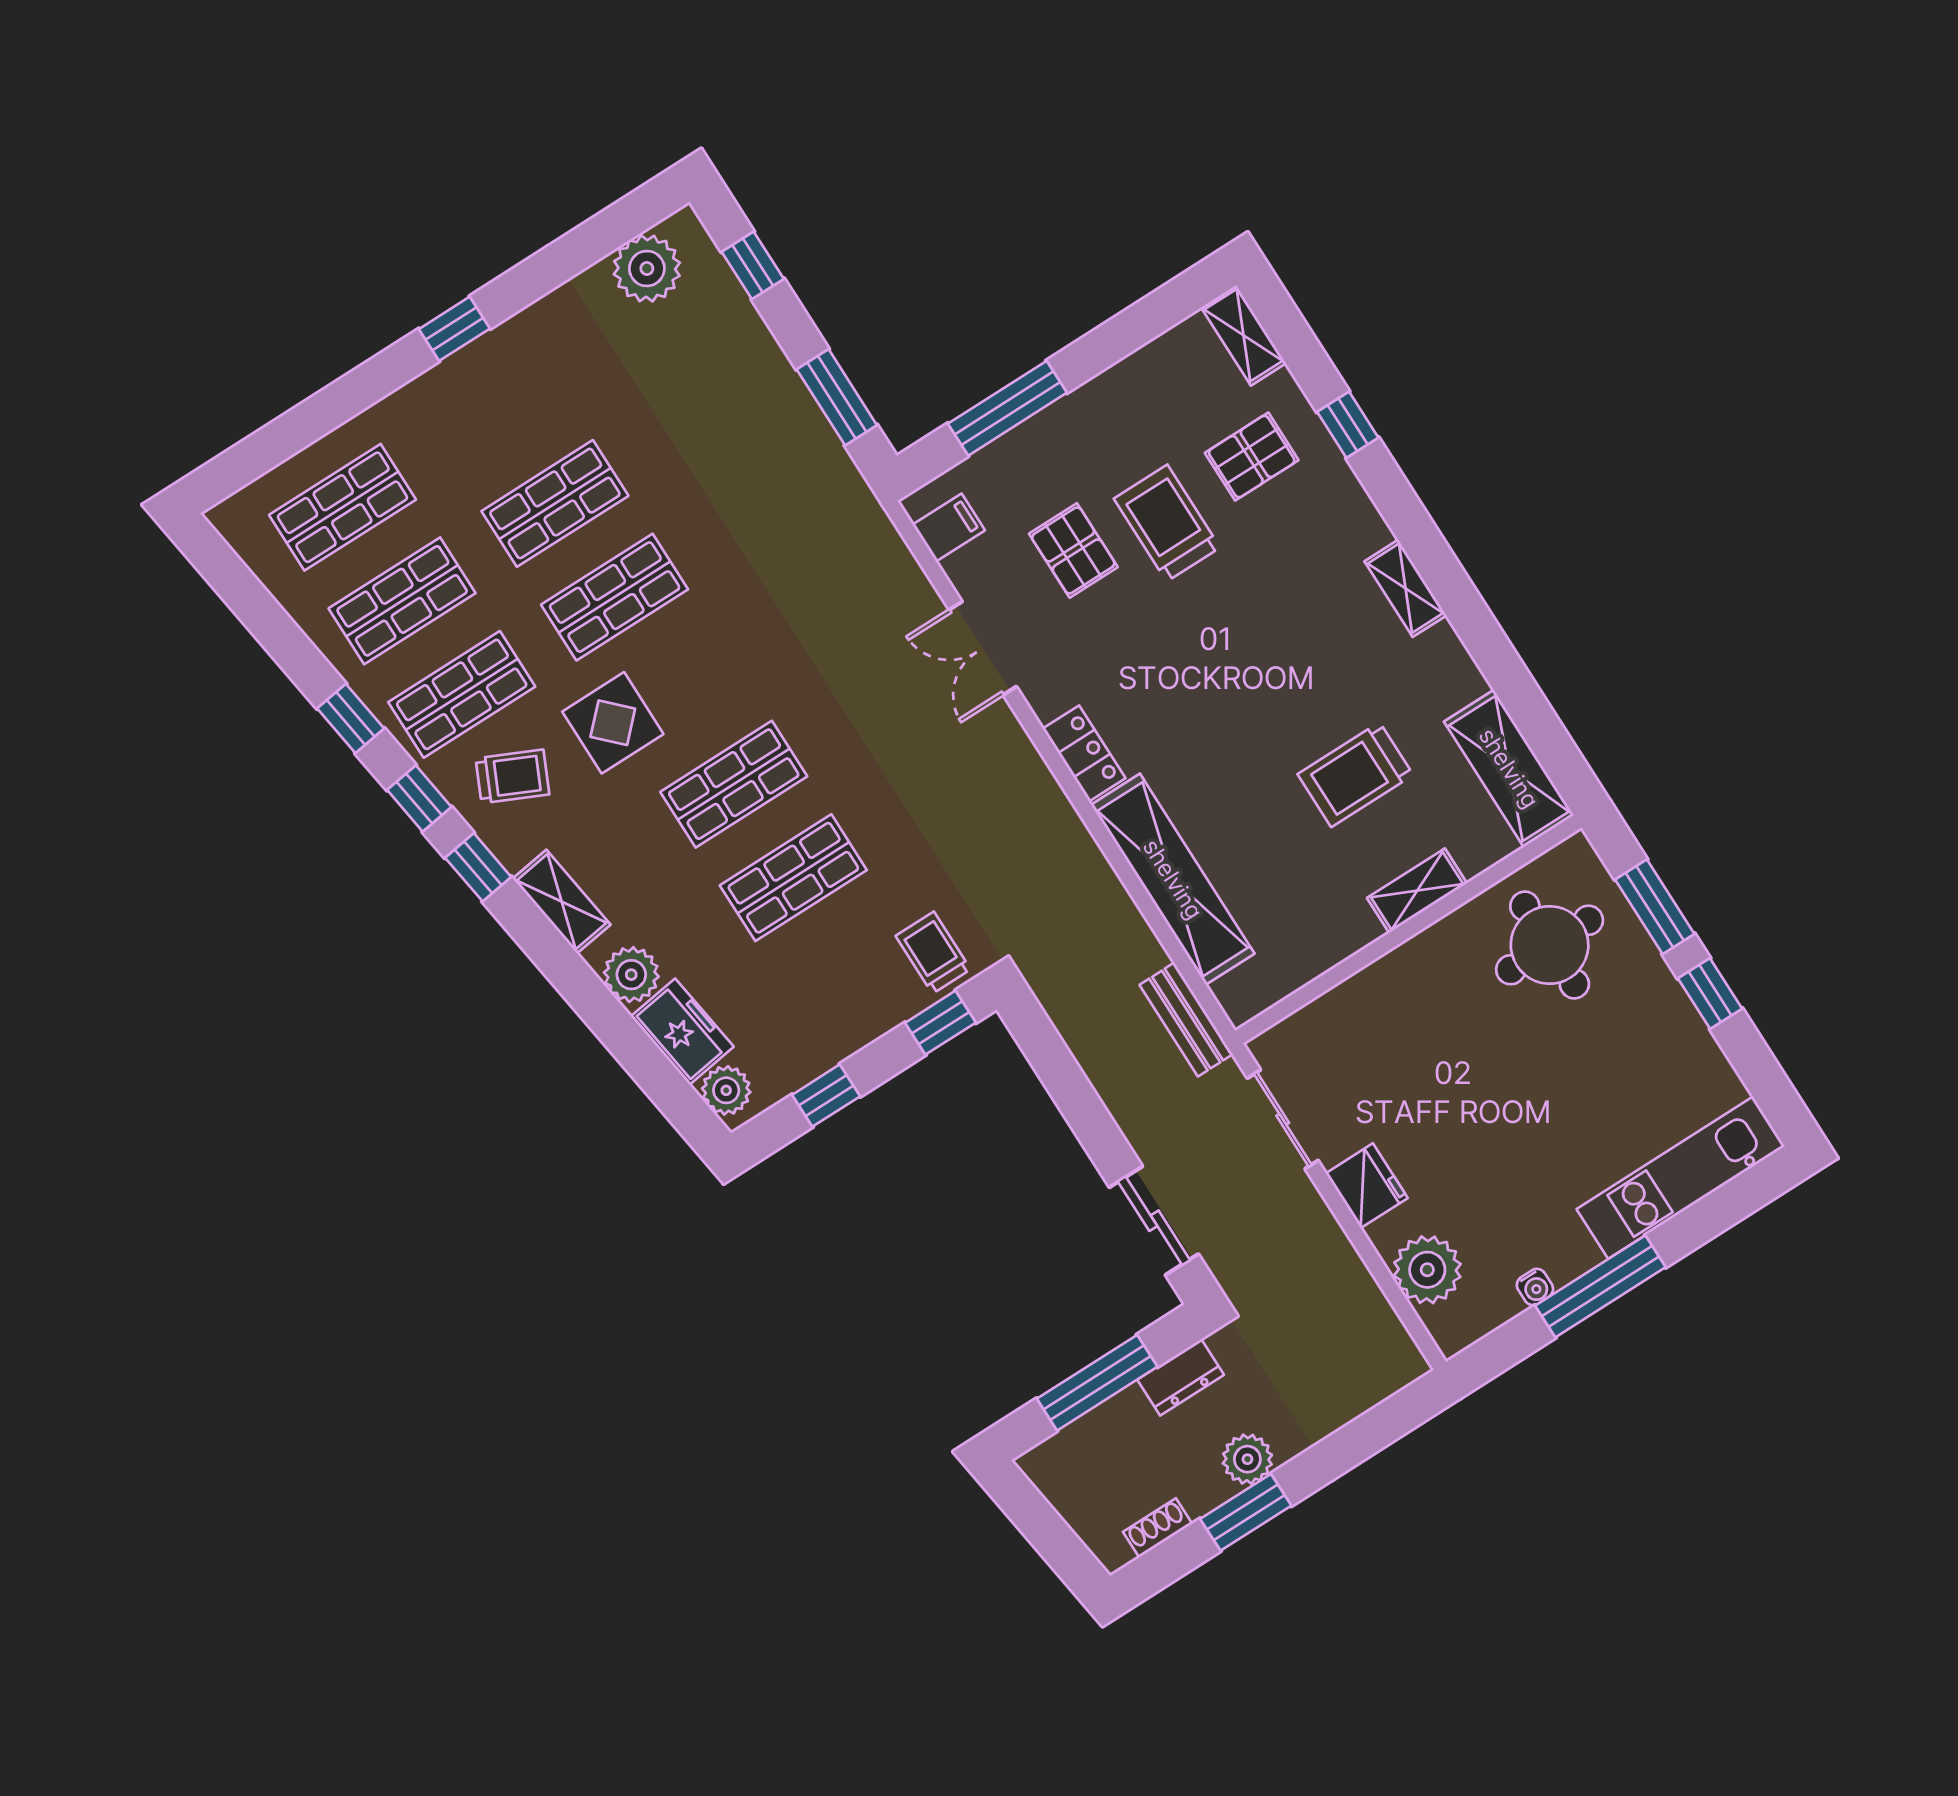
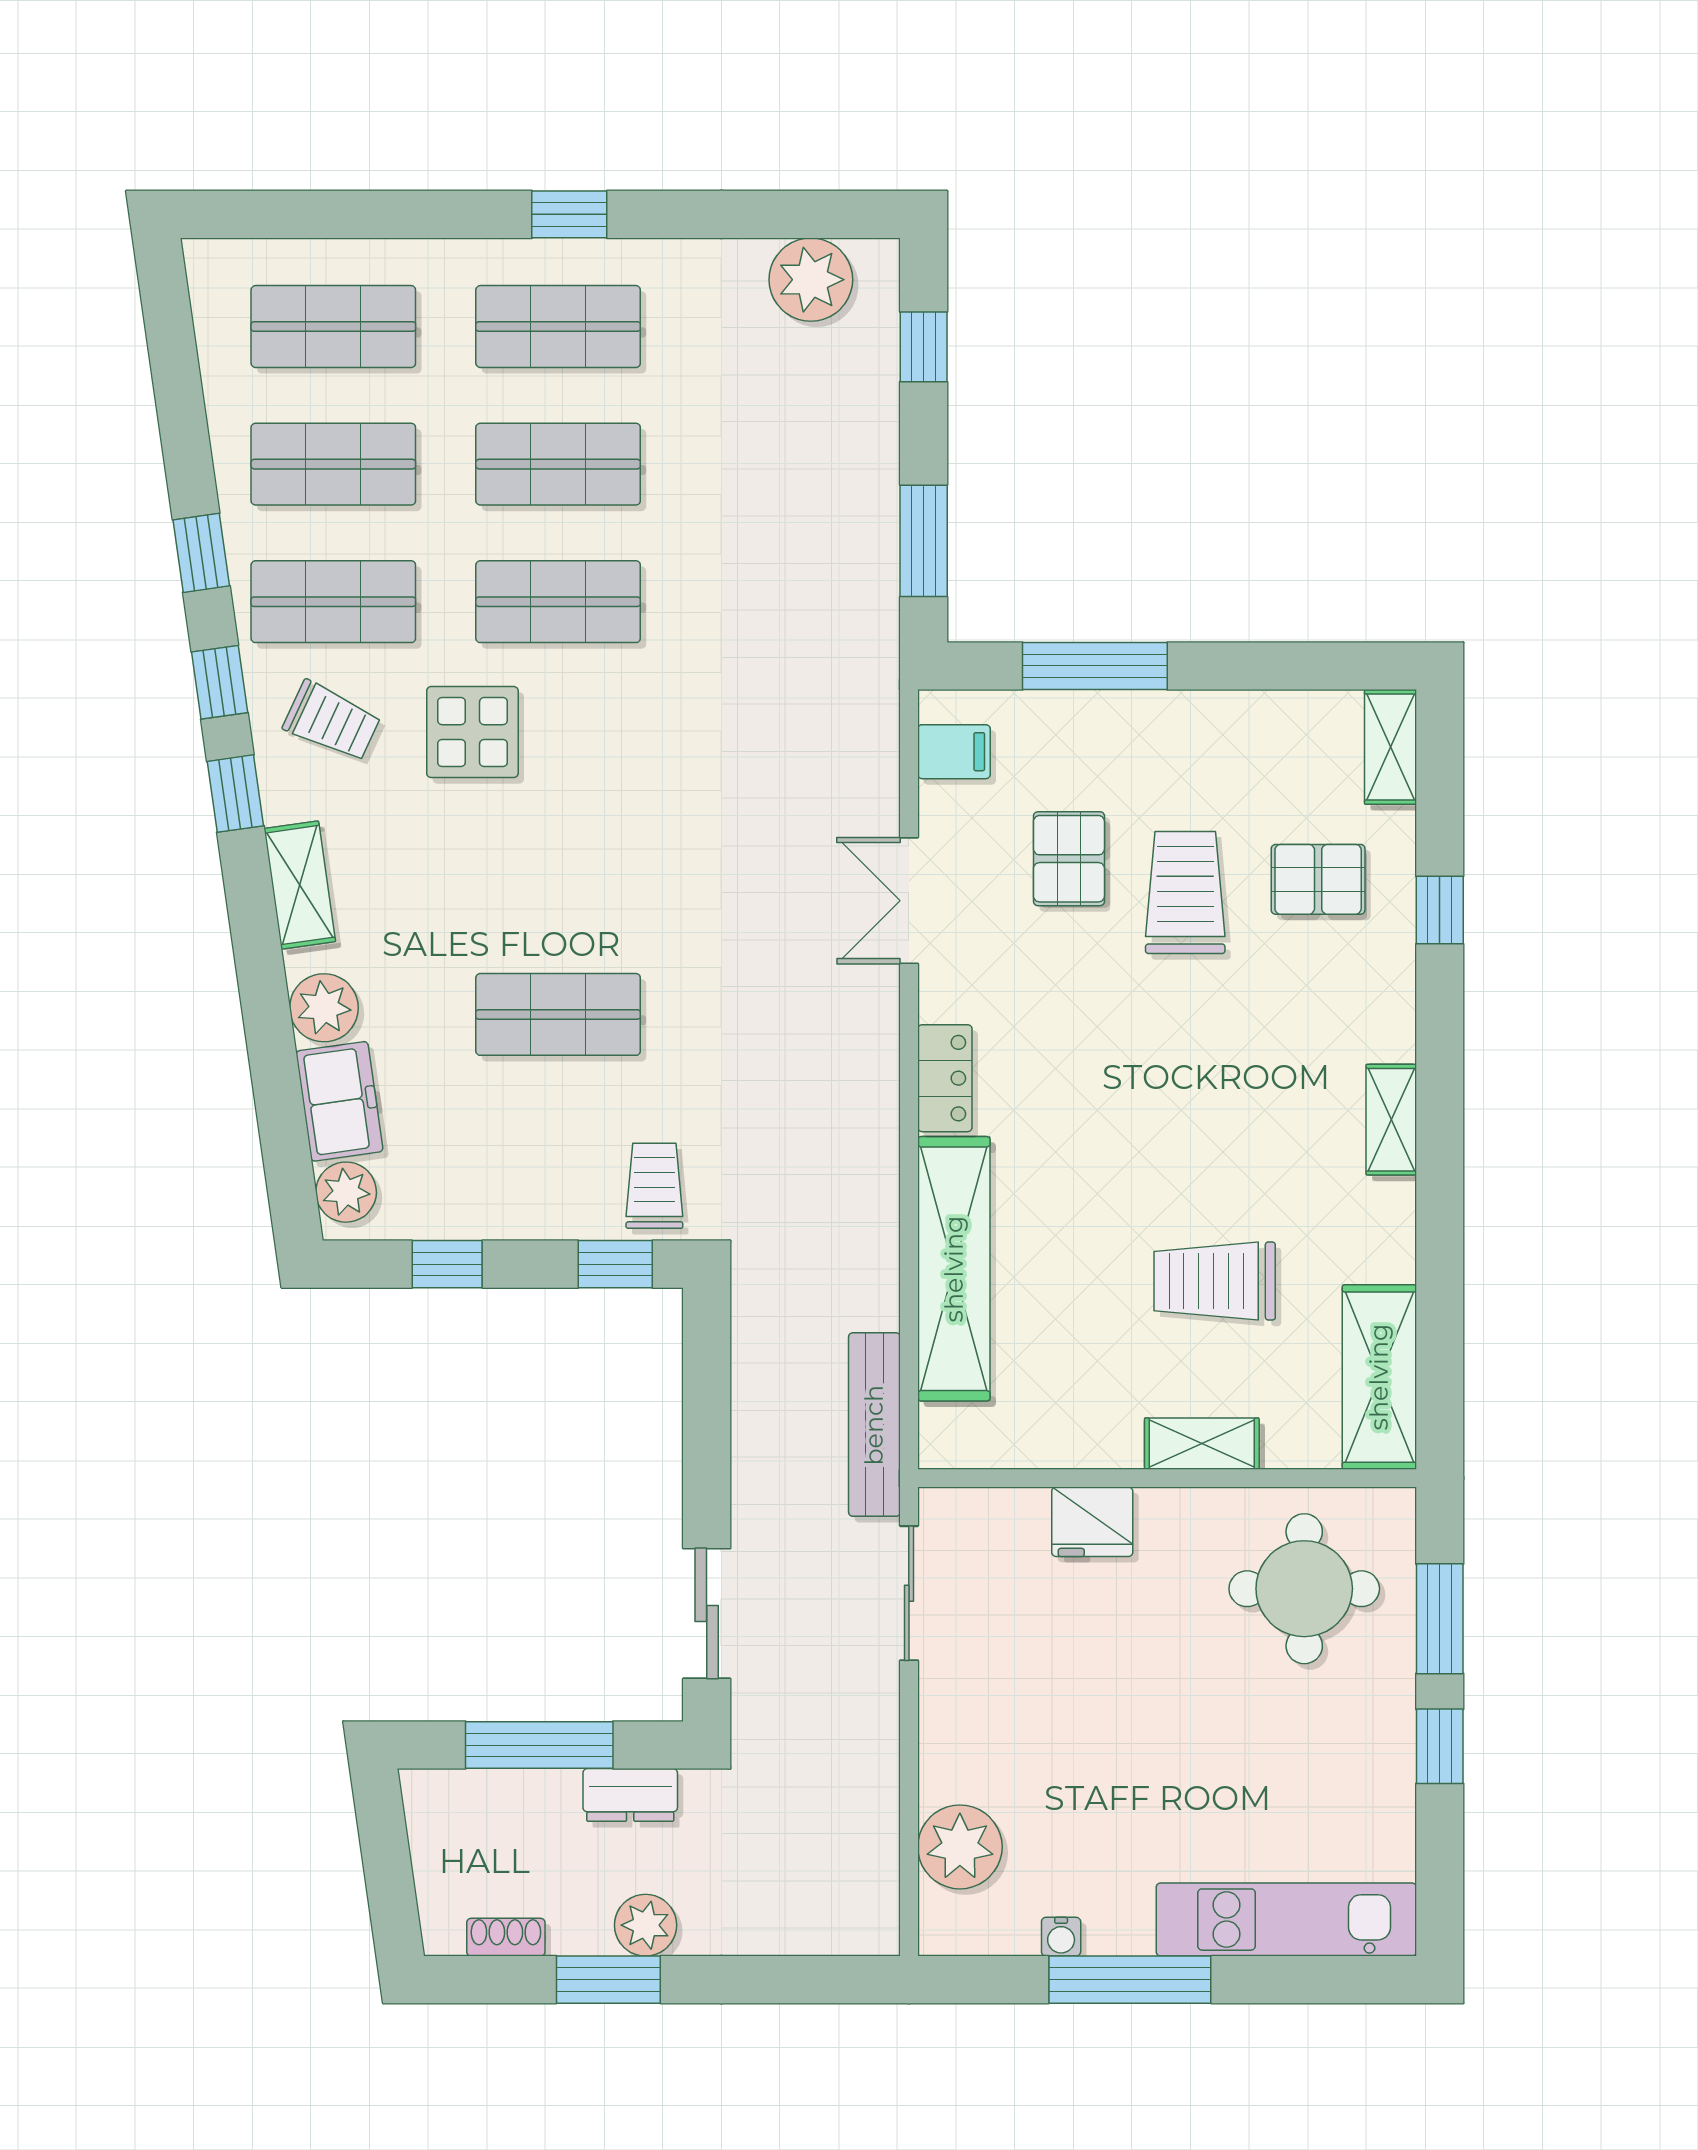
shop shelf: (734, 784) -> (558, 327), moved
bench: (1186, 1020) -> (874, 1425), width x1.36
fridge: (1367, 1186) -> (1092, 1522), moved, turned 90

